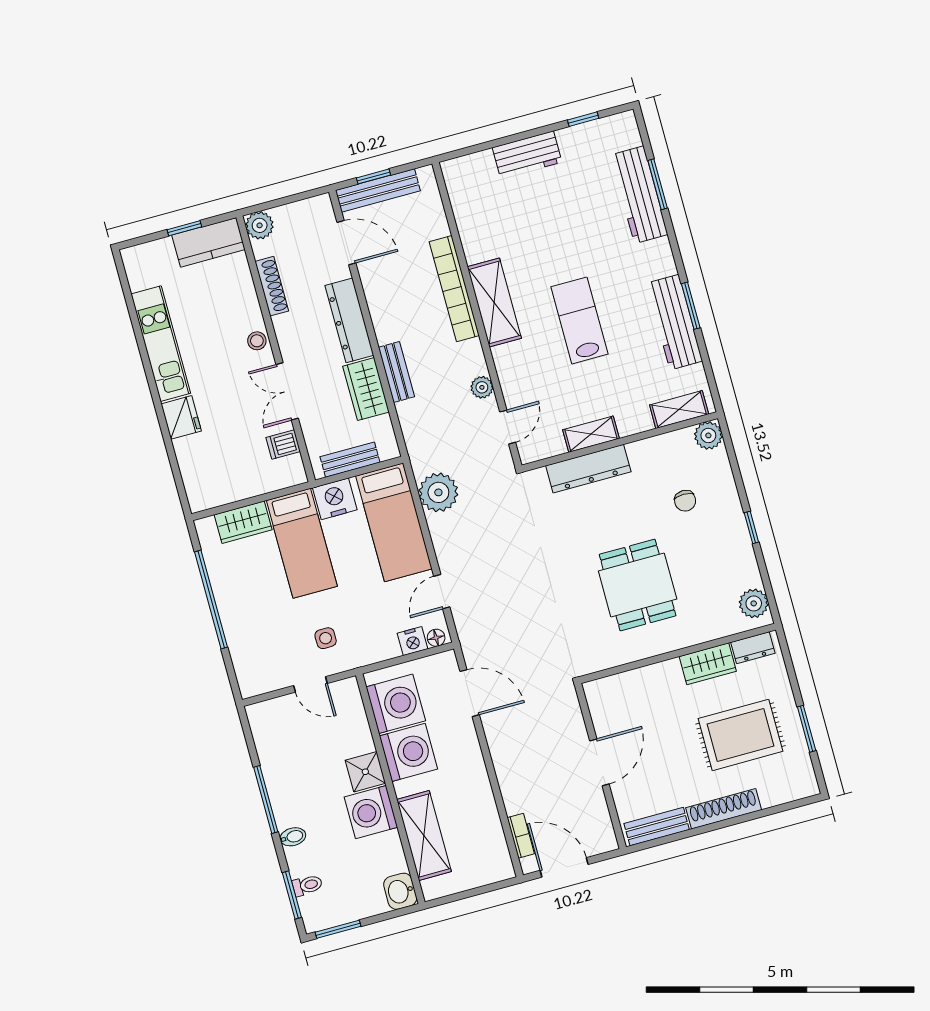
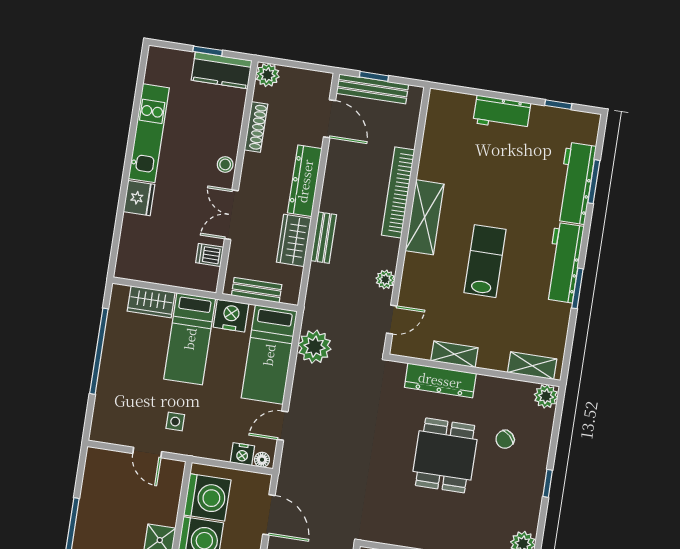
workbench: (674, 322) -> (564, 263), moved
chair: (685, 501) -> (505, 439), turned 44
dining table: (638, 585) -> (445, 455), moved

